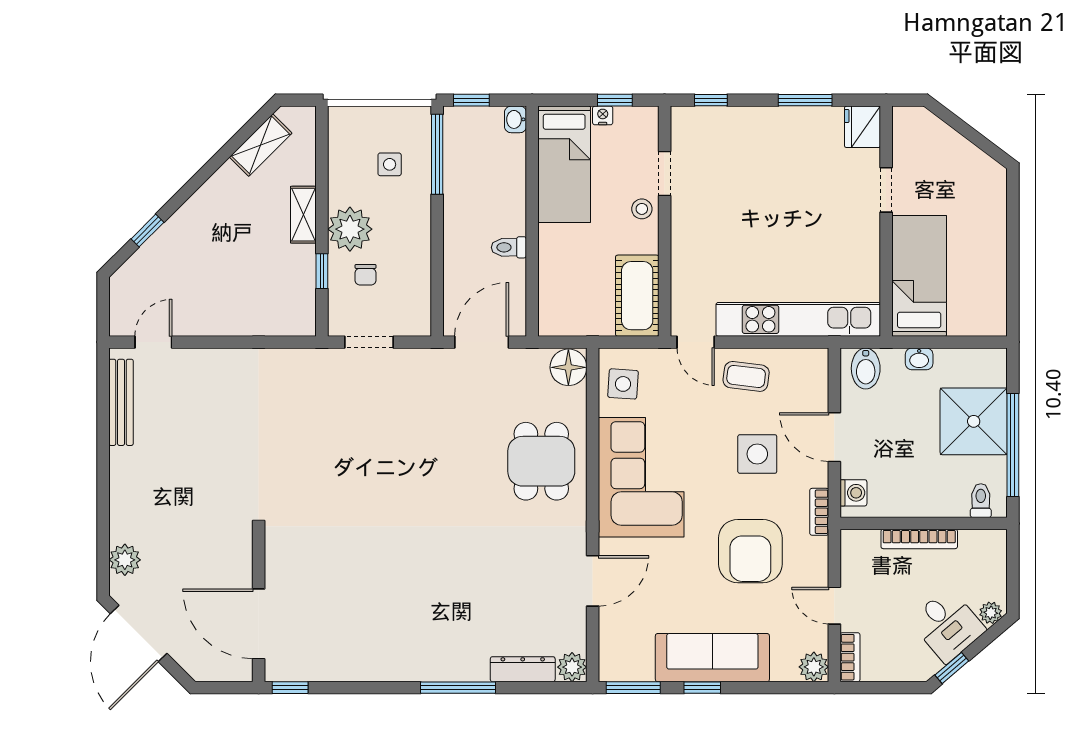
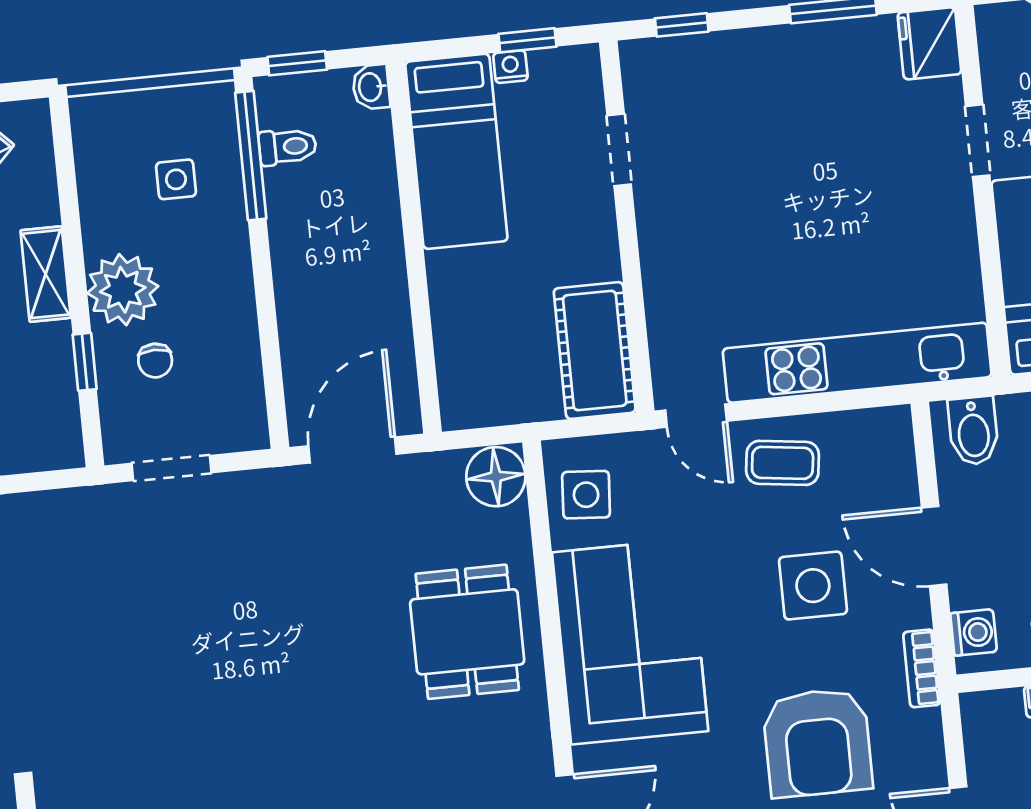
stool: (642, 209) -> (588, 211), removed
toilet: (509, 247) -> (288, 147), moved, turned 180

